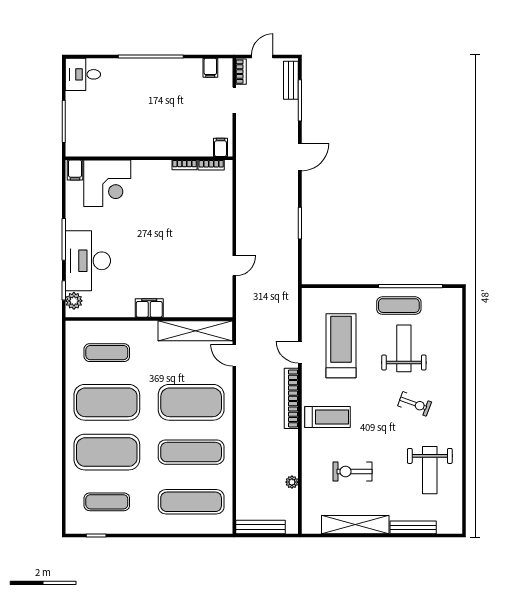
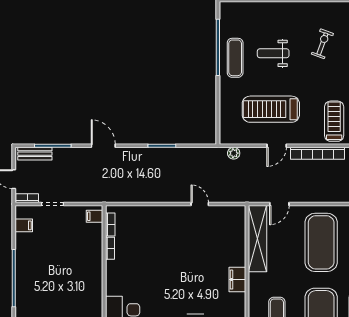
plant: (291, 304) -> (234, 153), added
weight bench: (404, 348) -> (273, 53), width x0.73, depth x0.75

